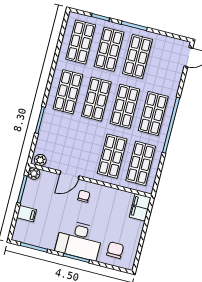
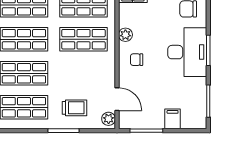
trolley: (57, 134) -> (75, 108), added
plant: (34, 174) -> (125, 35), moved
door: (69, 175) -> (117, 99), moved

